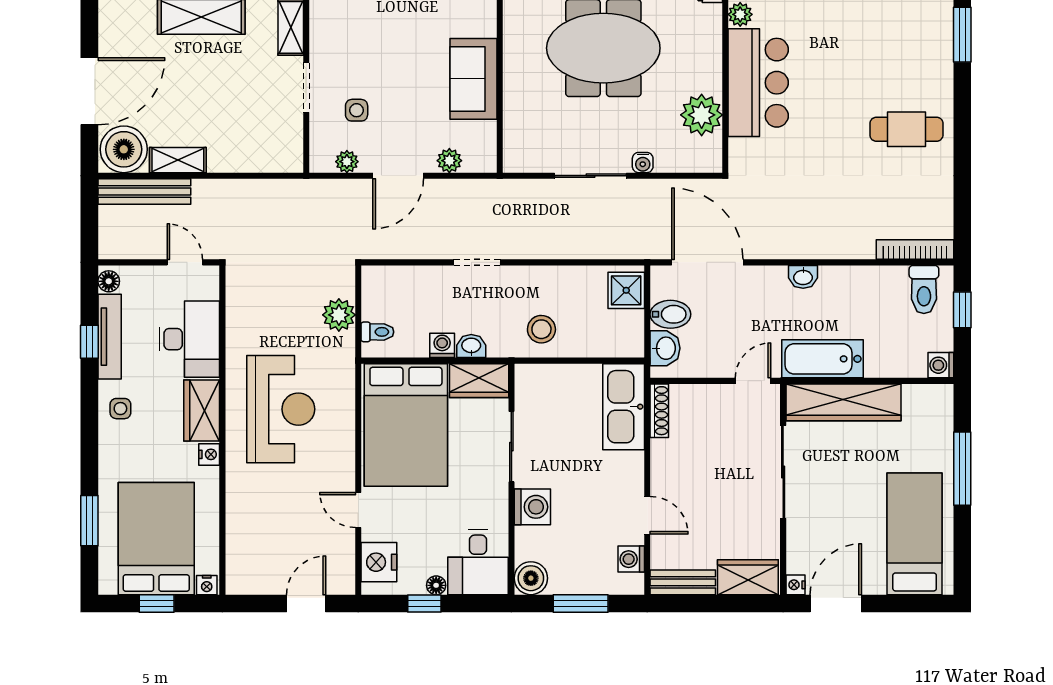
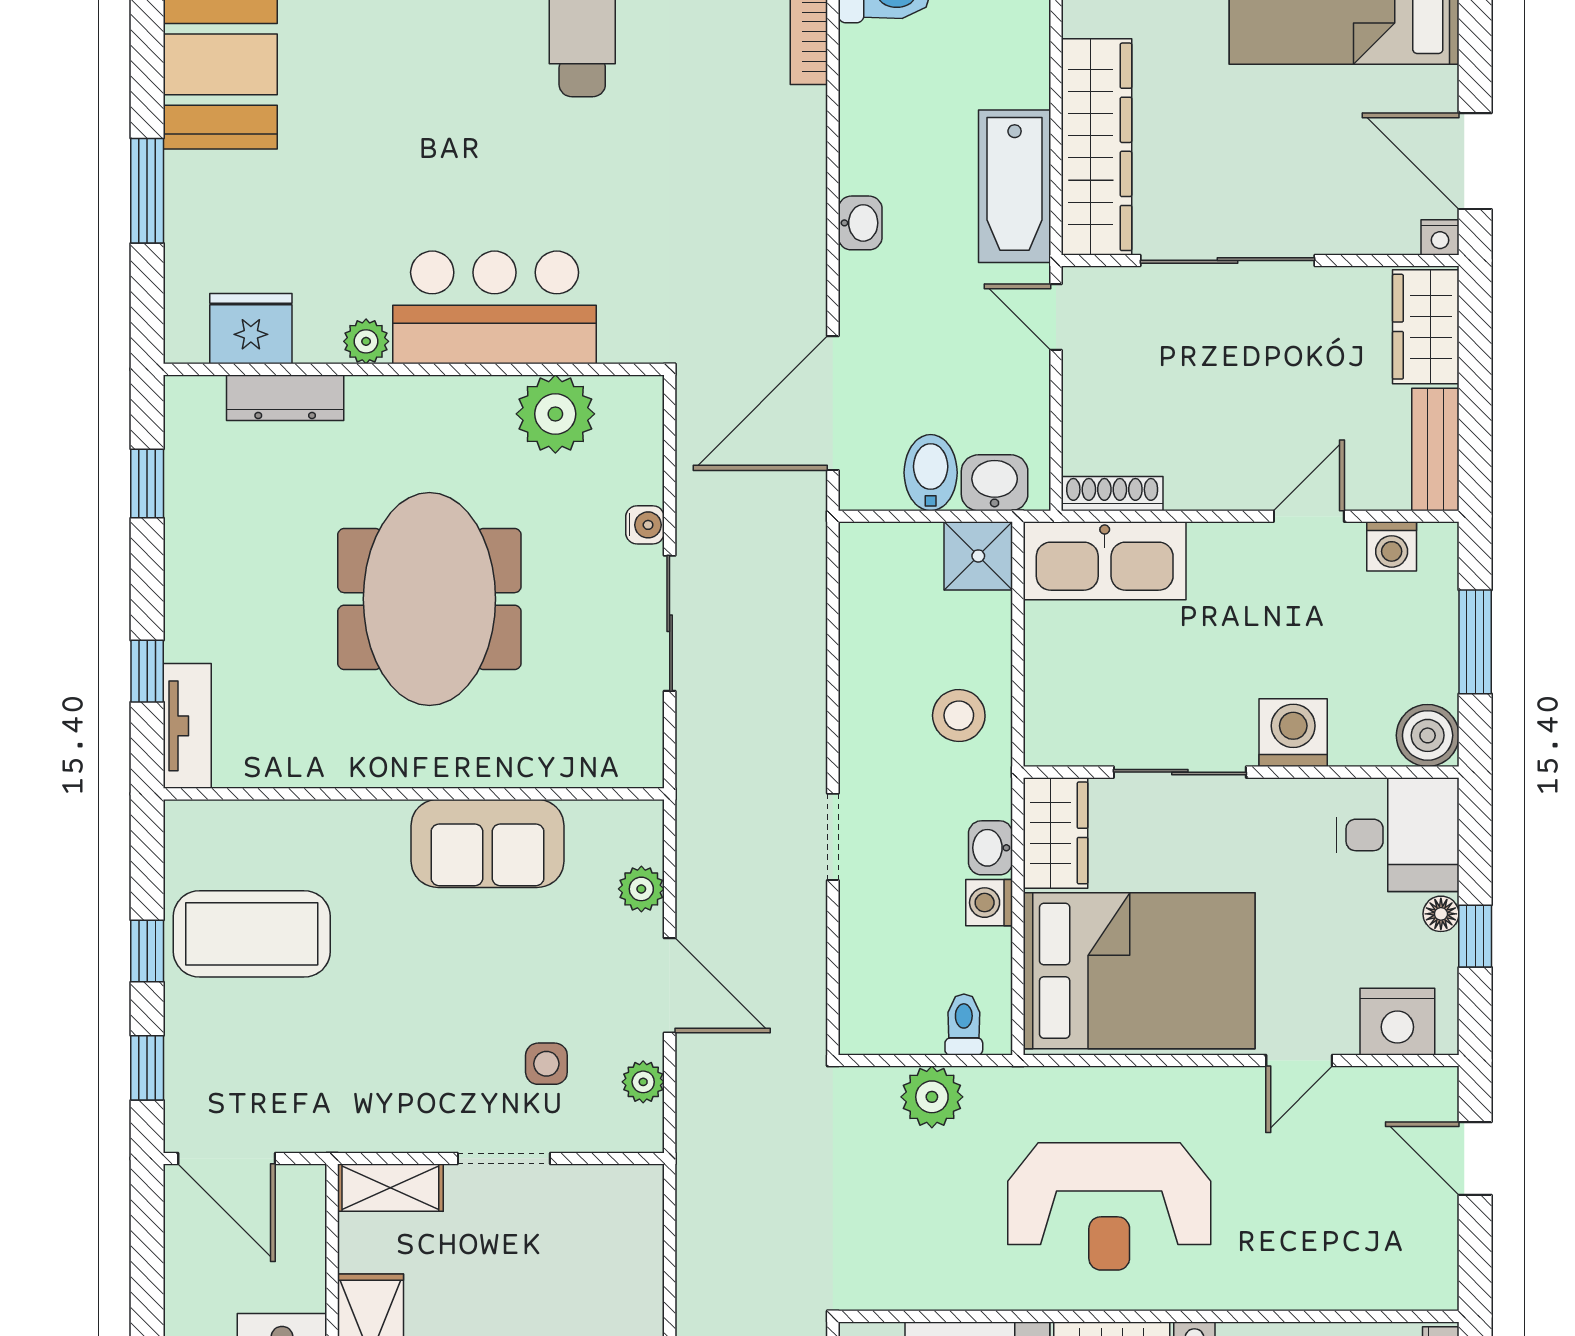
shower: (626, 290) -> (978, 556), moved
reception desk: (281, 409) -> (1109, 1206), turned 180

